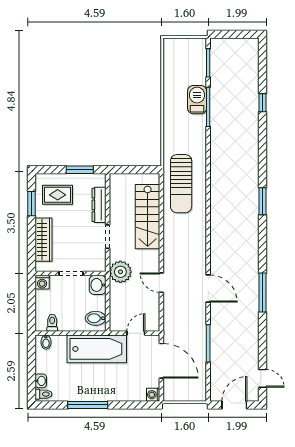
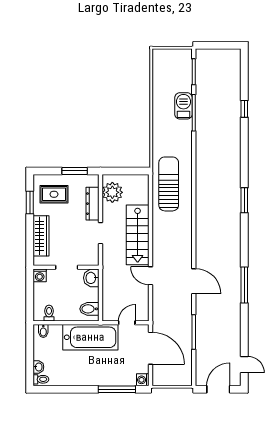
sun lounger: (181, 184) -> (169, 184), turned 180
stairs: (148, 217) -> (138, 235), moved
plant: (120, 272) -> (112, 192), moved
window: (88, 405) -> (117, 389), moved

